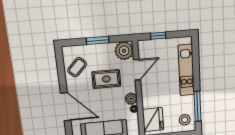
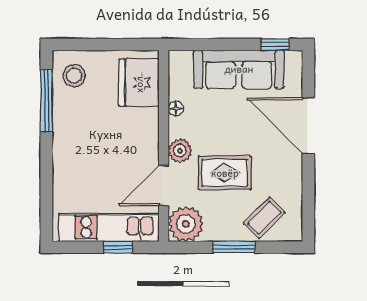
coffee table: (77, 67) -> (264, 218), moved
kitchen unit: (186, 70) -> (109, 227), moved, turned -90
plant: (131, 99) -> (180, 151), moved

